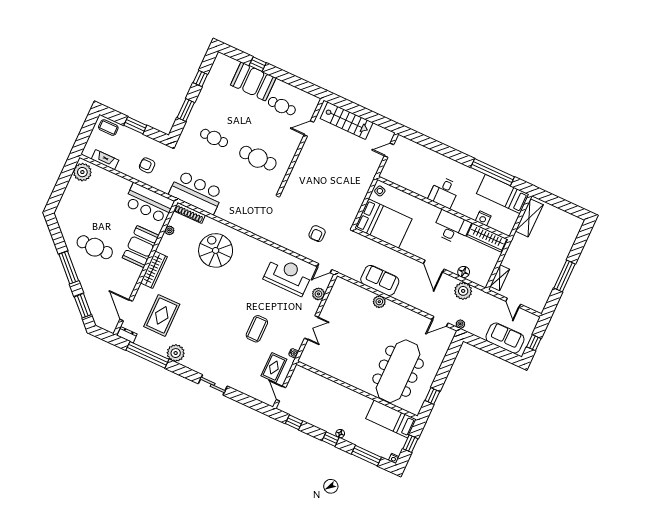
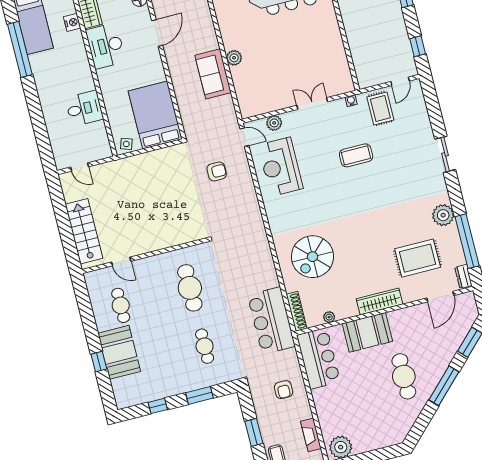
desk: (444, 192) -> (84, 108), moved
rug: (274, 368) -> (380, 109), turned 90

